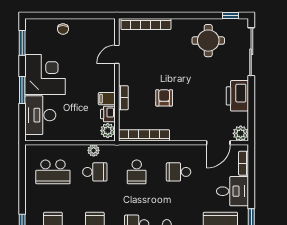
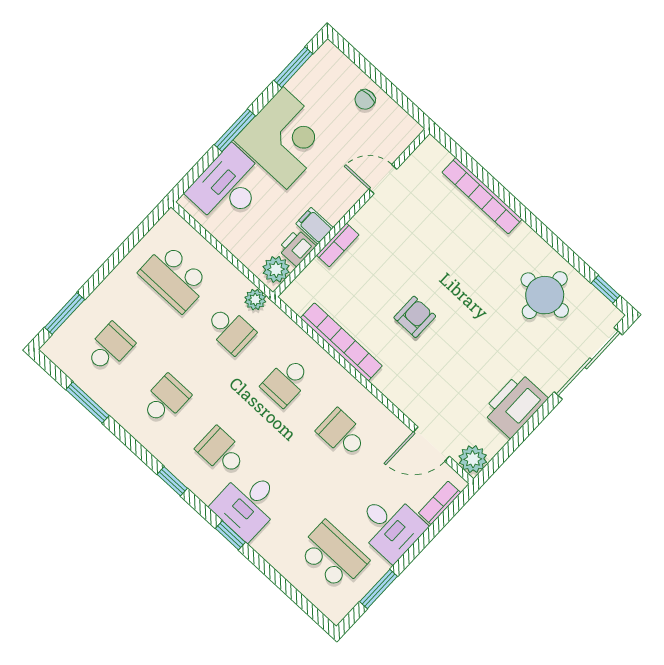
door: (117, 54) -> (383, 179), moved
wall: (117, 80) -> (351, 213), moved
bookcase: (123, 98) -> (338, 245), moved
filing cabinet: (107, 99) -> (314, 226), moved
printer: (108, 114) -> (297, 248), moved
plant: (108, 131) -> (276, 269), moved

